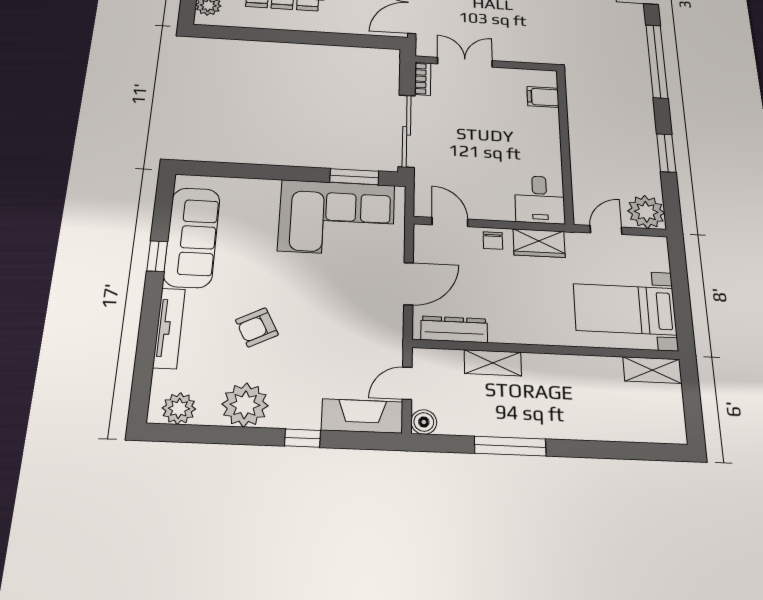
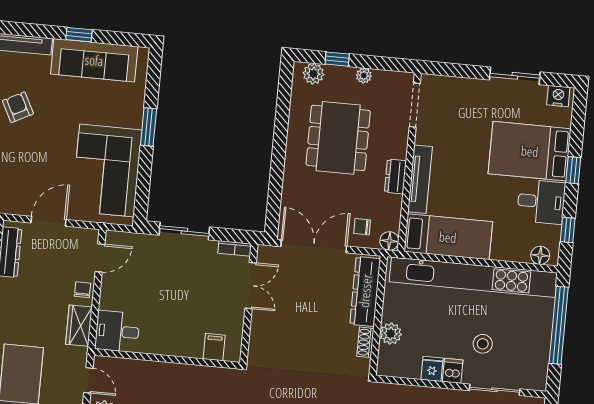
sliding door: (407, 131) -> (184, 231), width x0.73
window: (354, 177) -> (149, 127), moved
chair: (493, 241) -> (83, 290), turned 90
door: (408, 284) -> (48, 221), swing flipped

